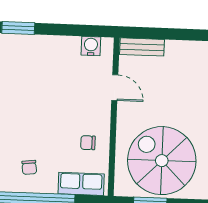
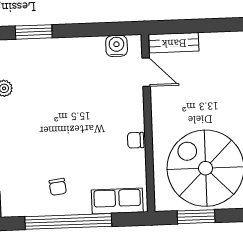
door: (115, 88) -> (146, 72), moved
chair: (88, 143) -> (136, 140), moved

